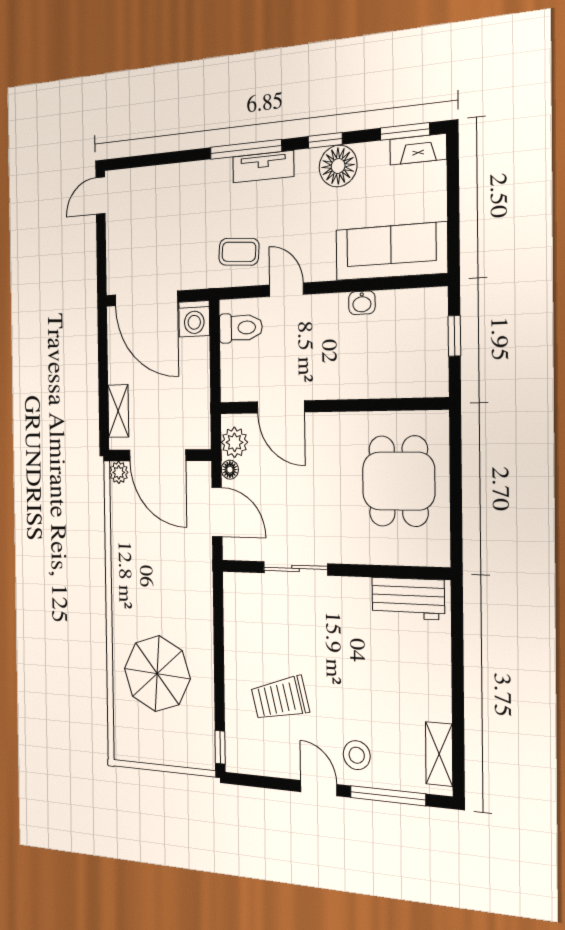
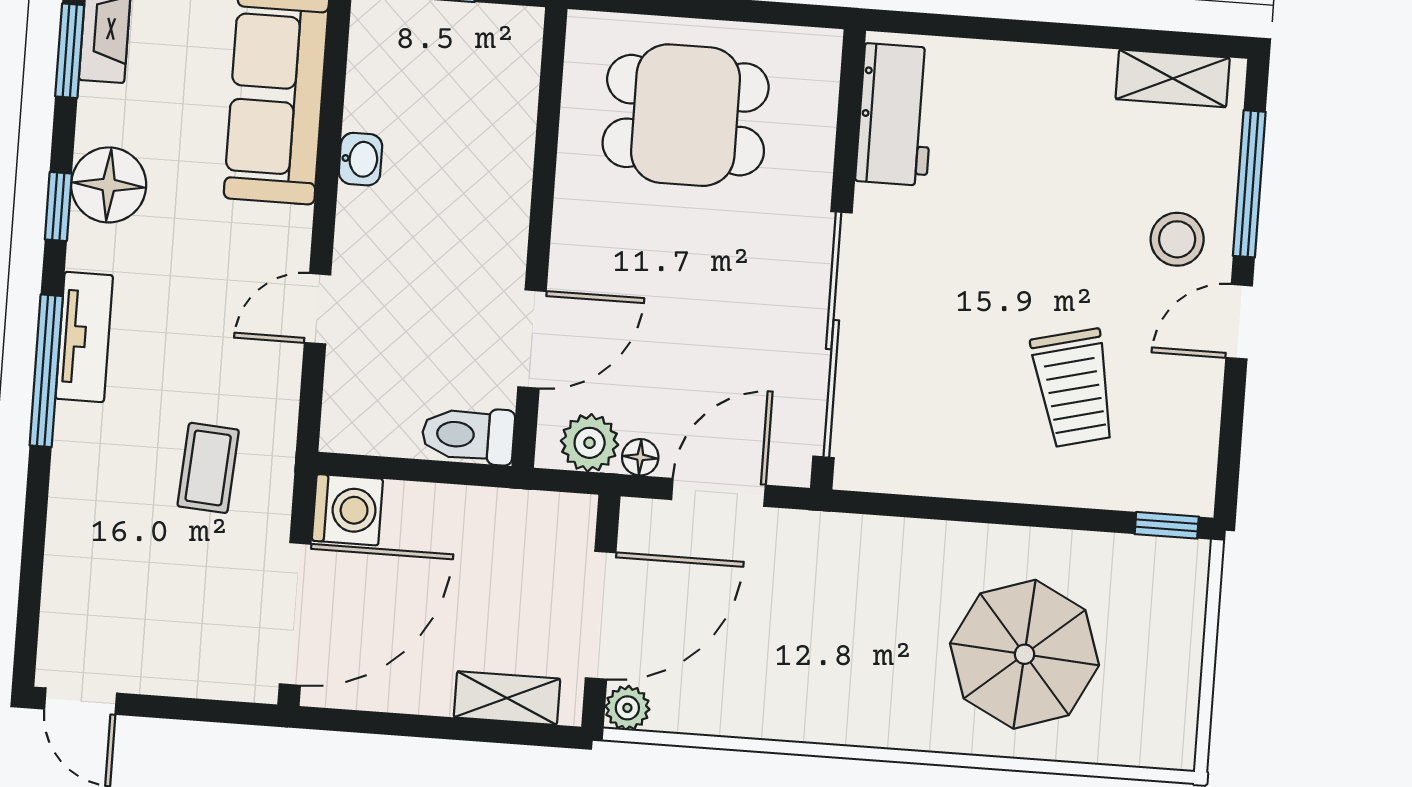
coffee table: (239, 252) -> (208, 468), moved
toilet: (241, 328) -> (468, 435), moved, turned -90
sliding door: (295, 568) -> (832, 335), width x1.86

